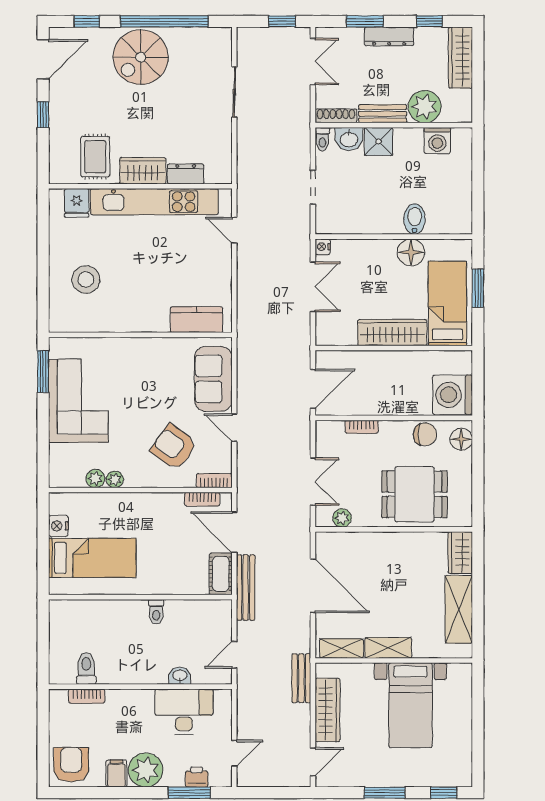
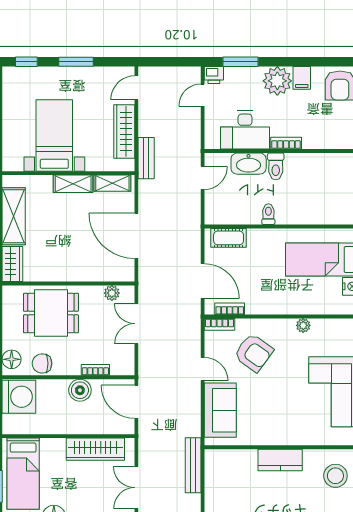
stool: (86, 280) -> (335, 476), moved
kitchen counter: (196, 320) -> (280, 460), moved
wardrobe: (392, 333) -> (95, 449), moved
door: (313, 389) -> (136, 402), hinge flipped
boiler: (380, 403) -> (80, 390), added
plant: (95, 479) -> (320, 326), removed
cot: (221, 574) -> (229, 238), moved, turned 90
bench: (246, 588) -> (193, 465), moved
toilet: (86, 668) -> (276, 166), moved
washbasin: (180, 676) -> (249, 164), width x1.91, depth x1.45
bookcase: (87, 696) -> (286, 143), moved
printer: (197, 777) -> (214, 75), moved

